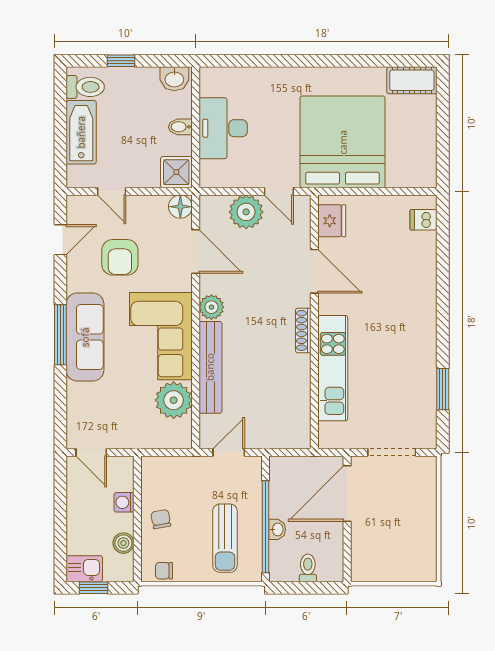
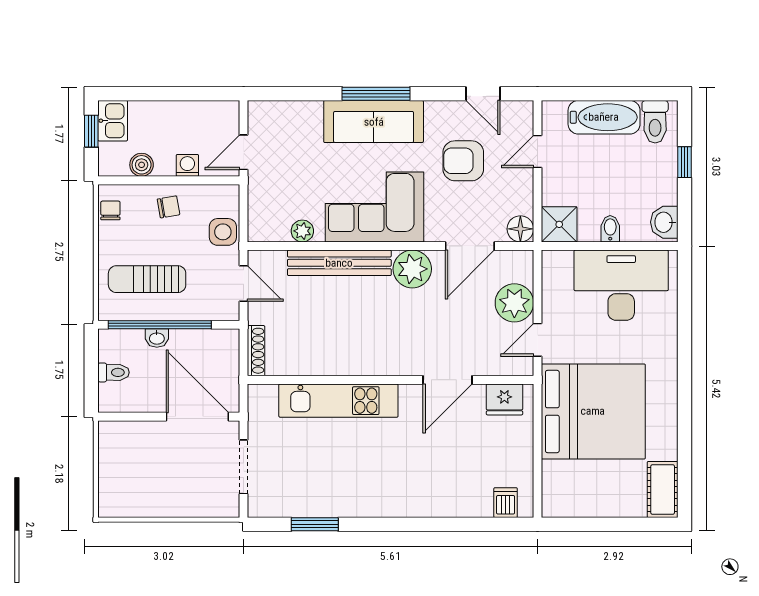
desk: (223, 128) -> (621, 285), width x1.36, depth x1.30
plant: (211, 307) -> (412, 269), width x1.36, depth x1.36
shoe rack: (303, 330) -> (256, 351), moved, turned 90
plant: (174, 400) -> (302, 231), width x0.53, depth x0.53
door: (91, 452) -> (244, 152), moved
side table: (183, 471) -> (223, 232), added

